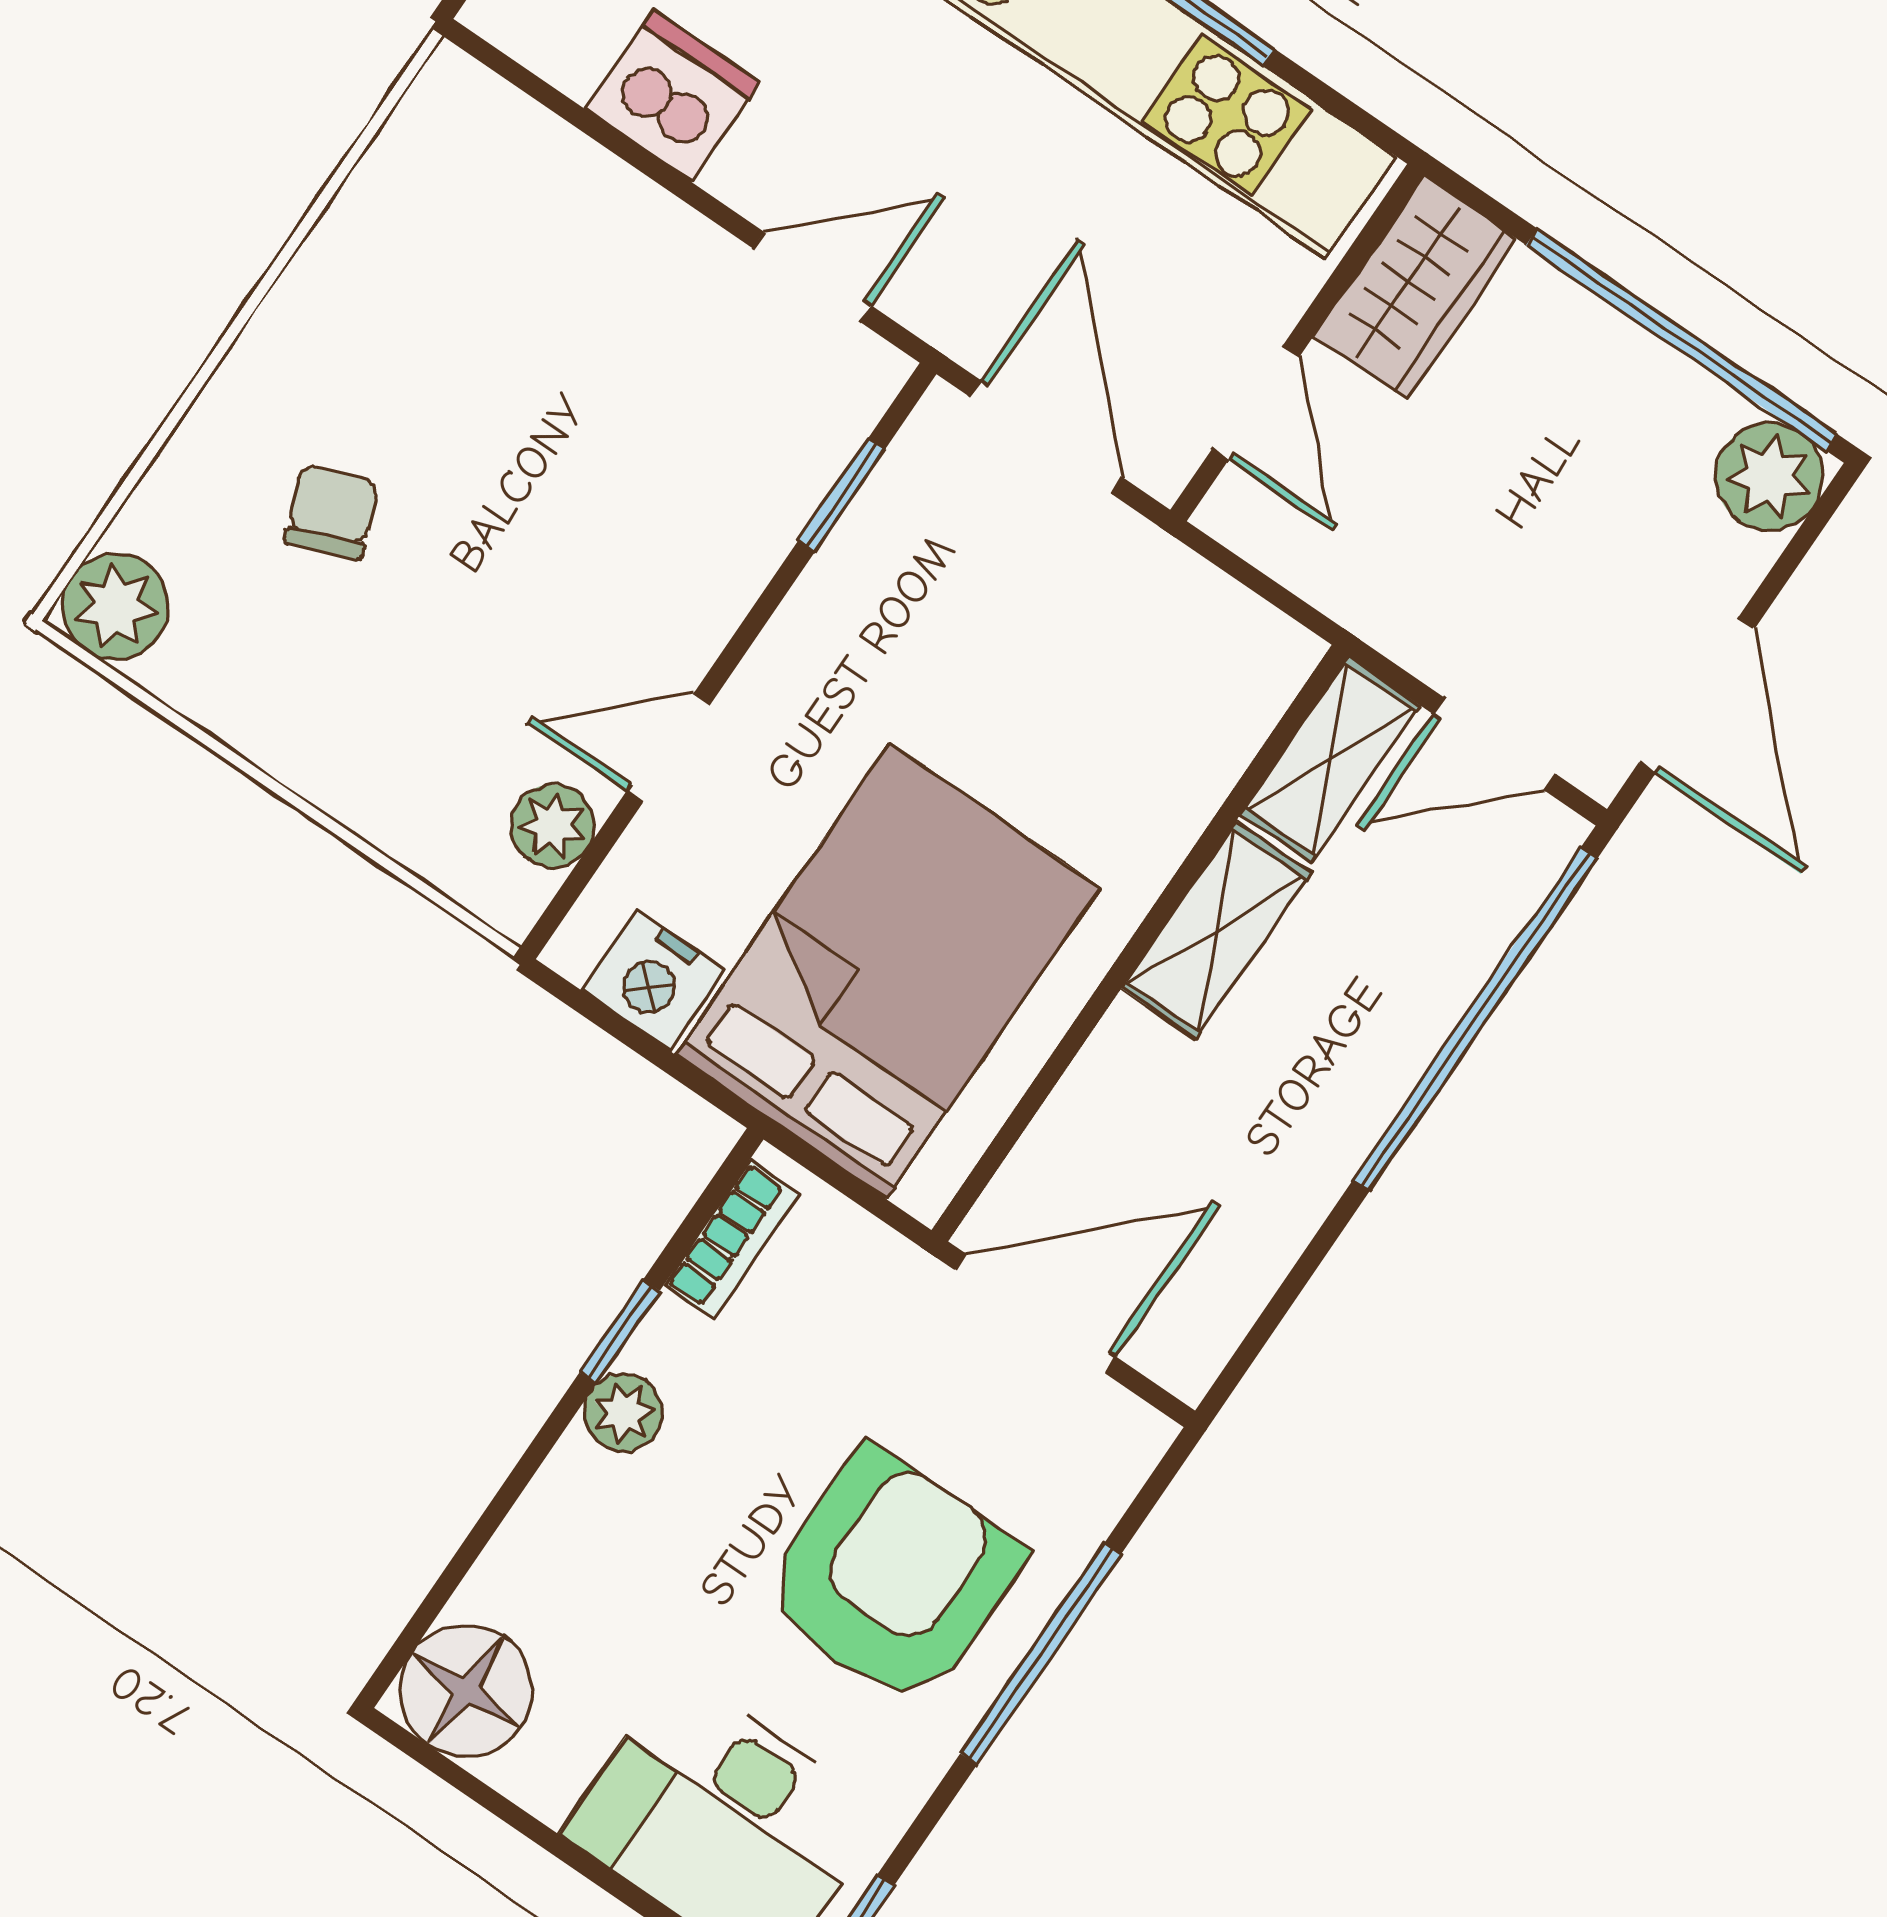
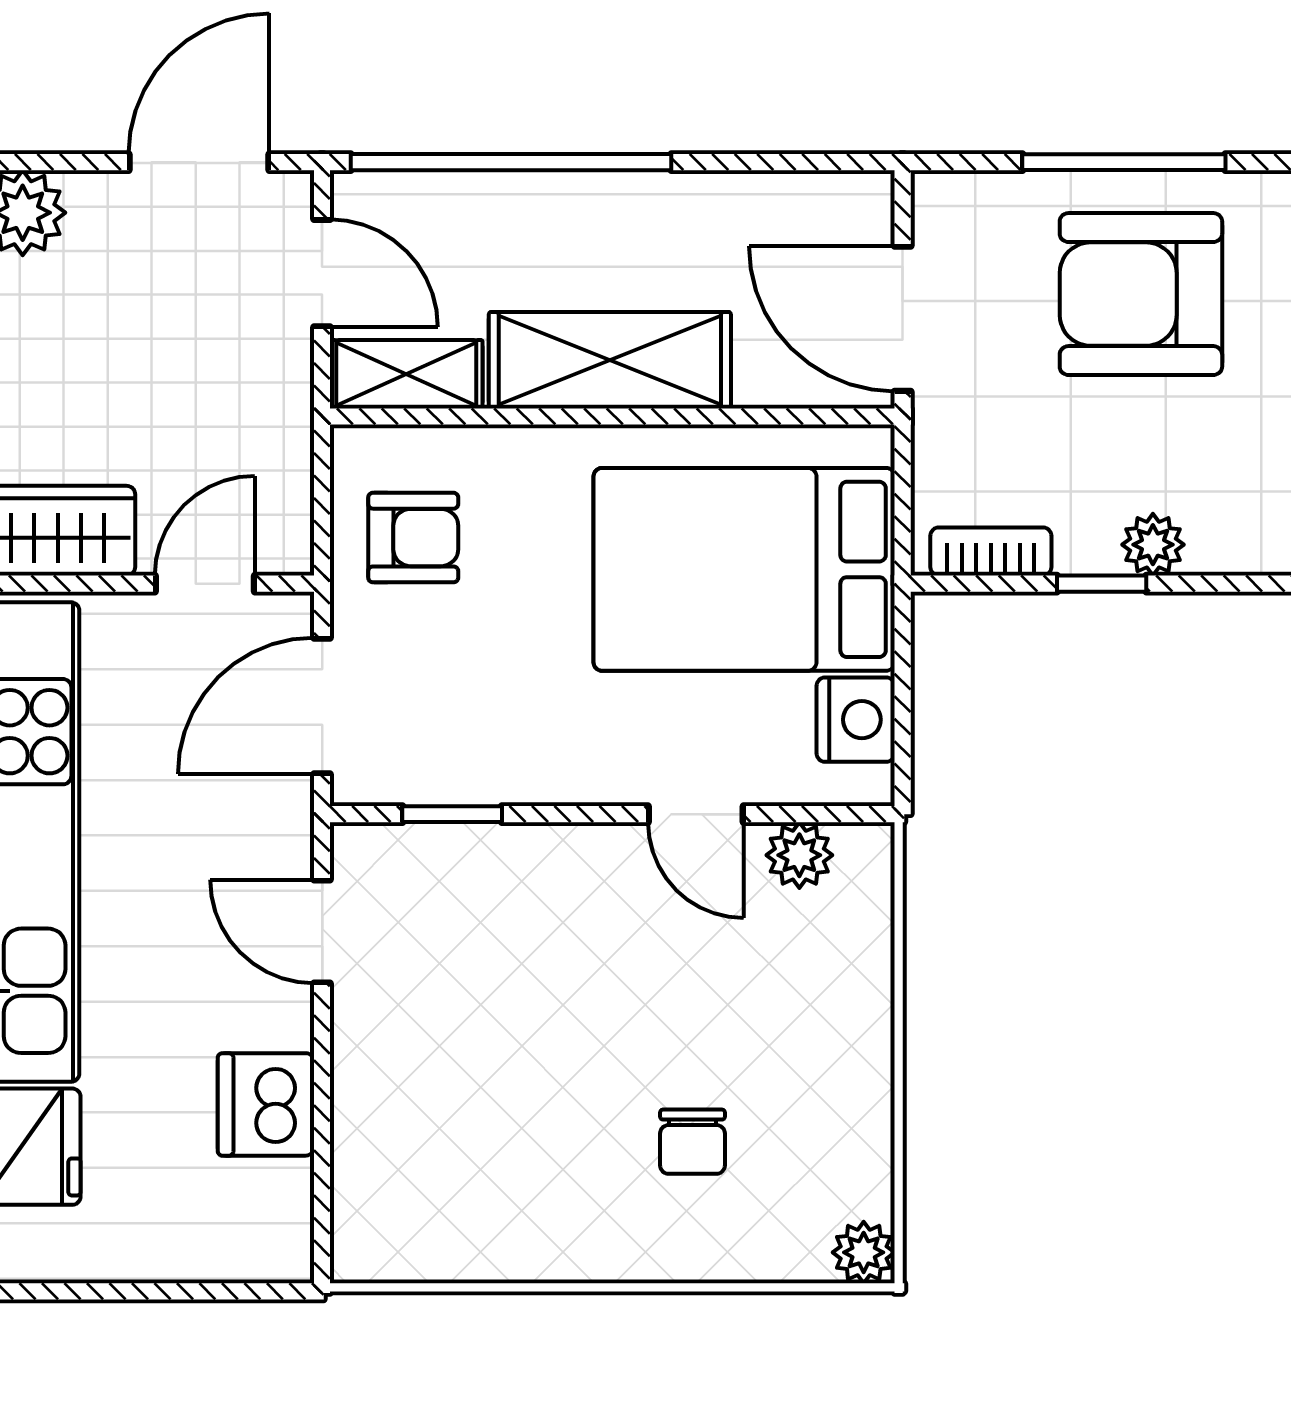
chair: (332, 512) -> (692, 1142), turned -69
plant: (116, 607) -> (864, 1252), width x0.73, depth x0.73
armchair: (1156, 651) -> (413, 538), added
shelving: (1216, 930) -> (610, 360), width x1.50, depth x1.33

